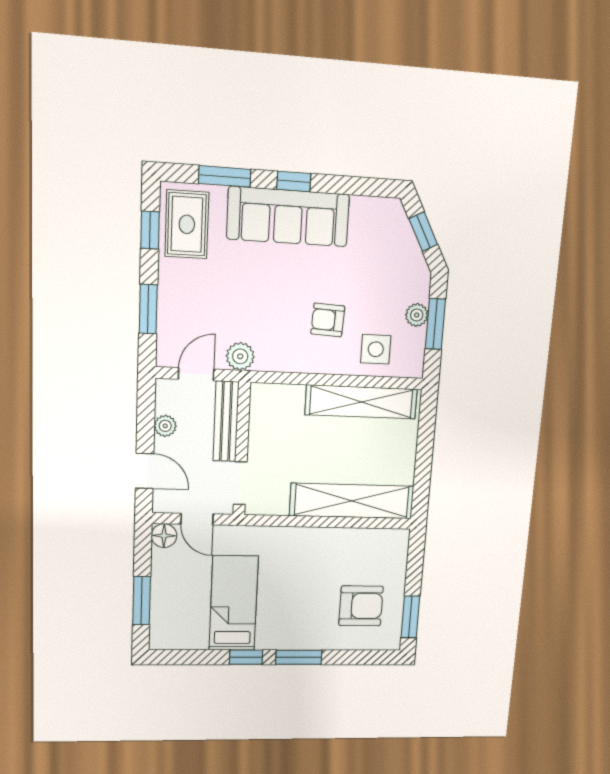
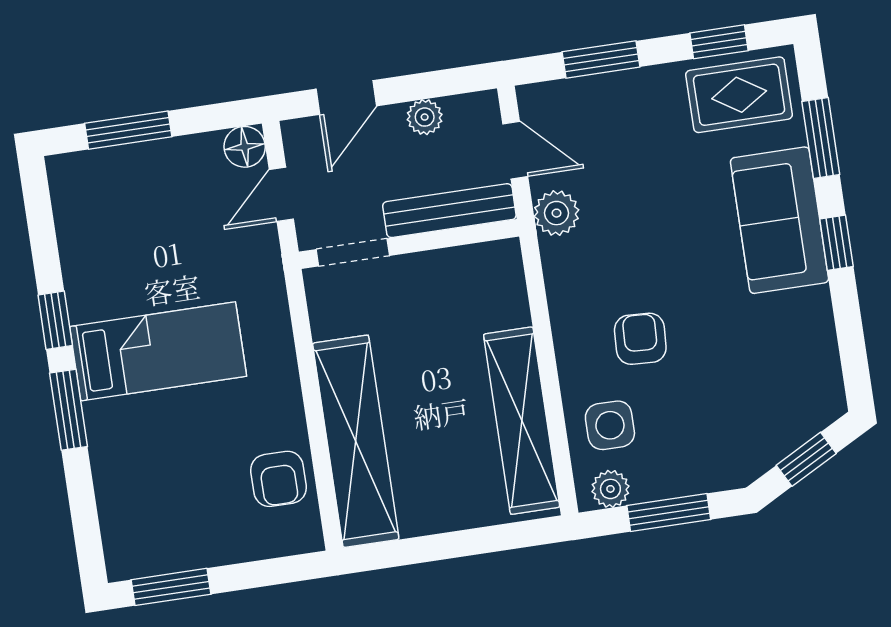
sofa: (288, 217) -> (780, 220), width x0.73
plant: (417, 315) -> (610, 489), moved
bed: (234, 603) -> (158, 351), moved
armchair: (361, 606) -> (278, 479), moved, width x0.72, depth x0.72

